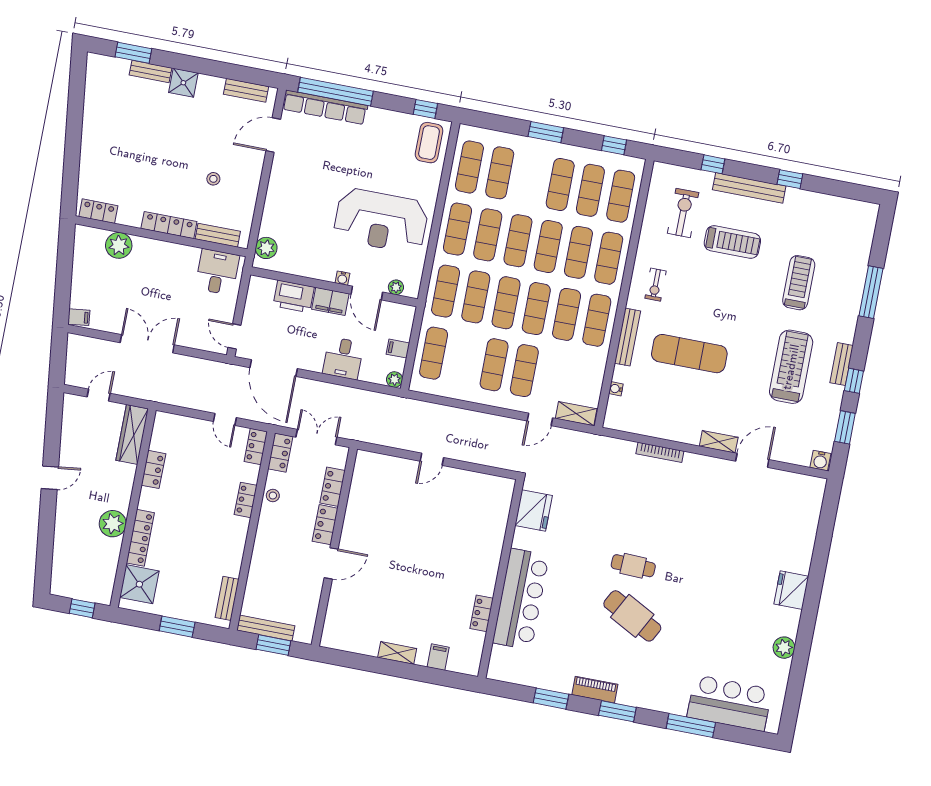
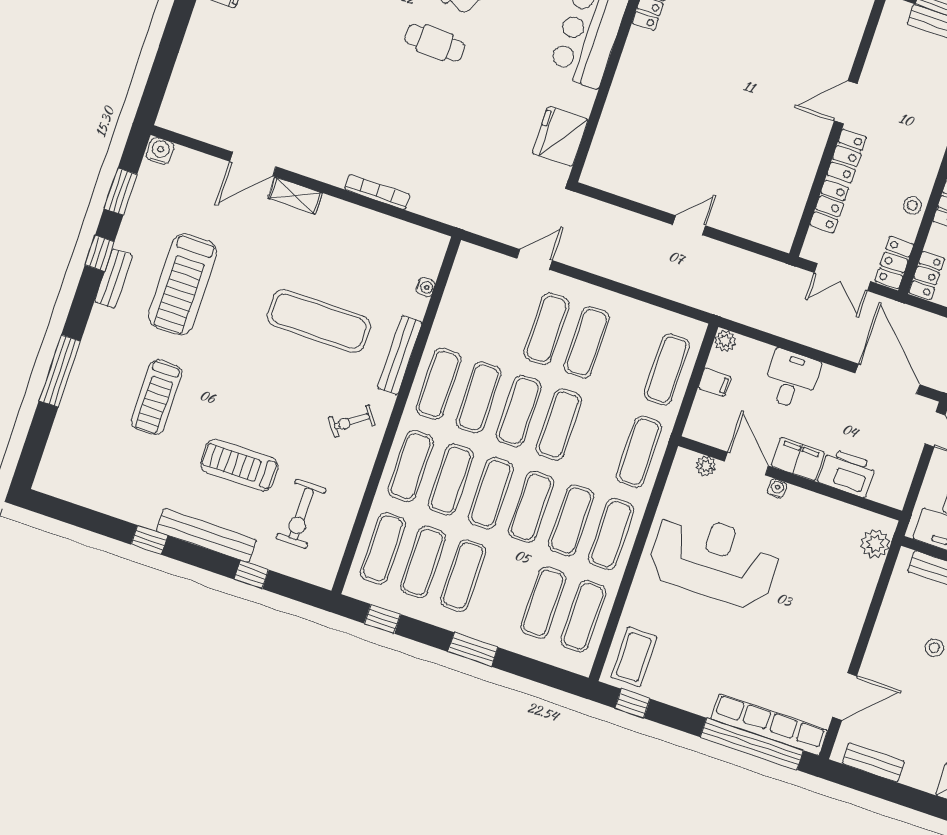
exercise bike: (656, 285) -> (352, 421), turned -126
exercise mat: (476, 297) -> (599, 438), removed
shelving: (576, 414) -> (484, 260), removed

